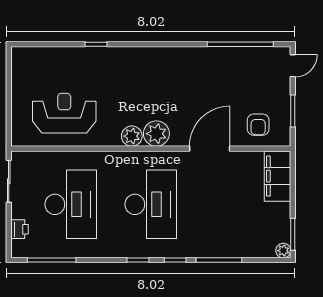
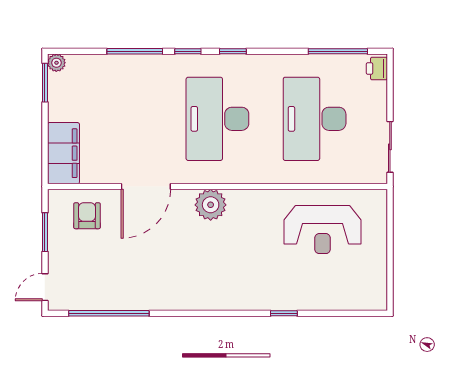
plant: (132, 136) -> (240, 202), removed
printer: (19, 229) -> (377, 68), moved

